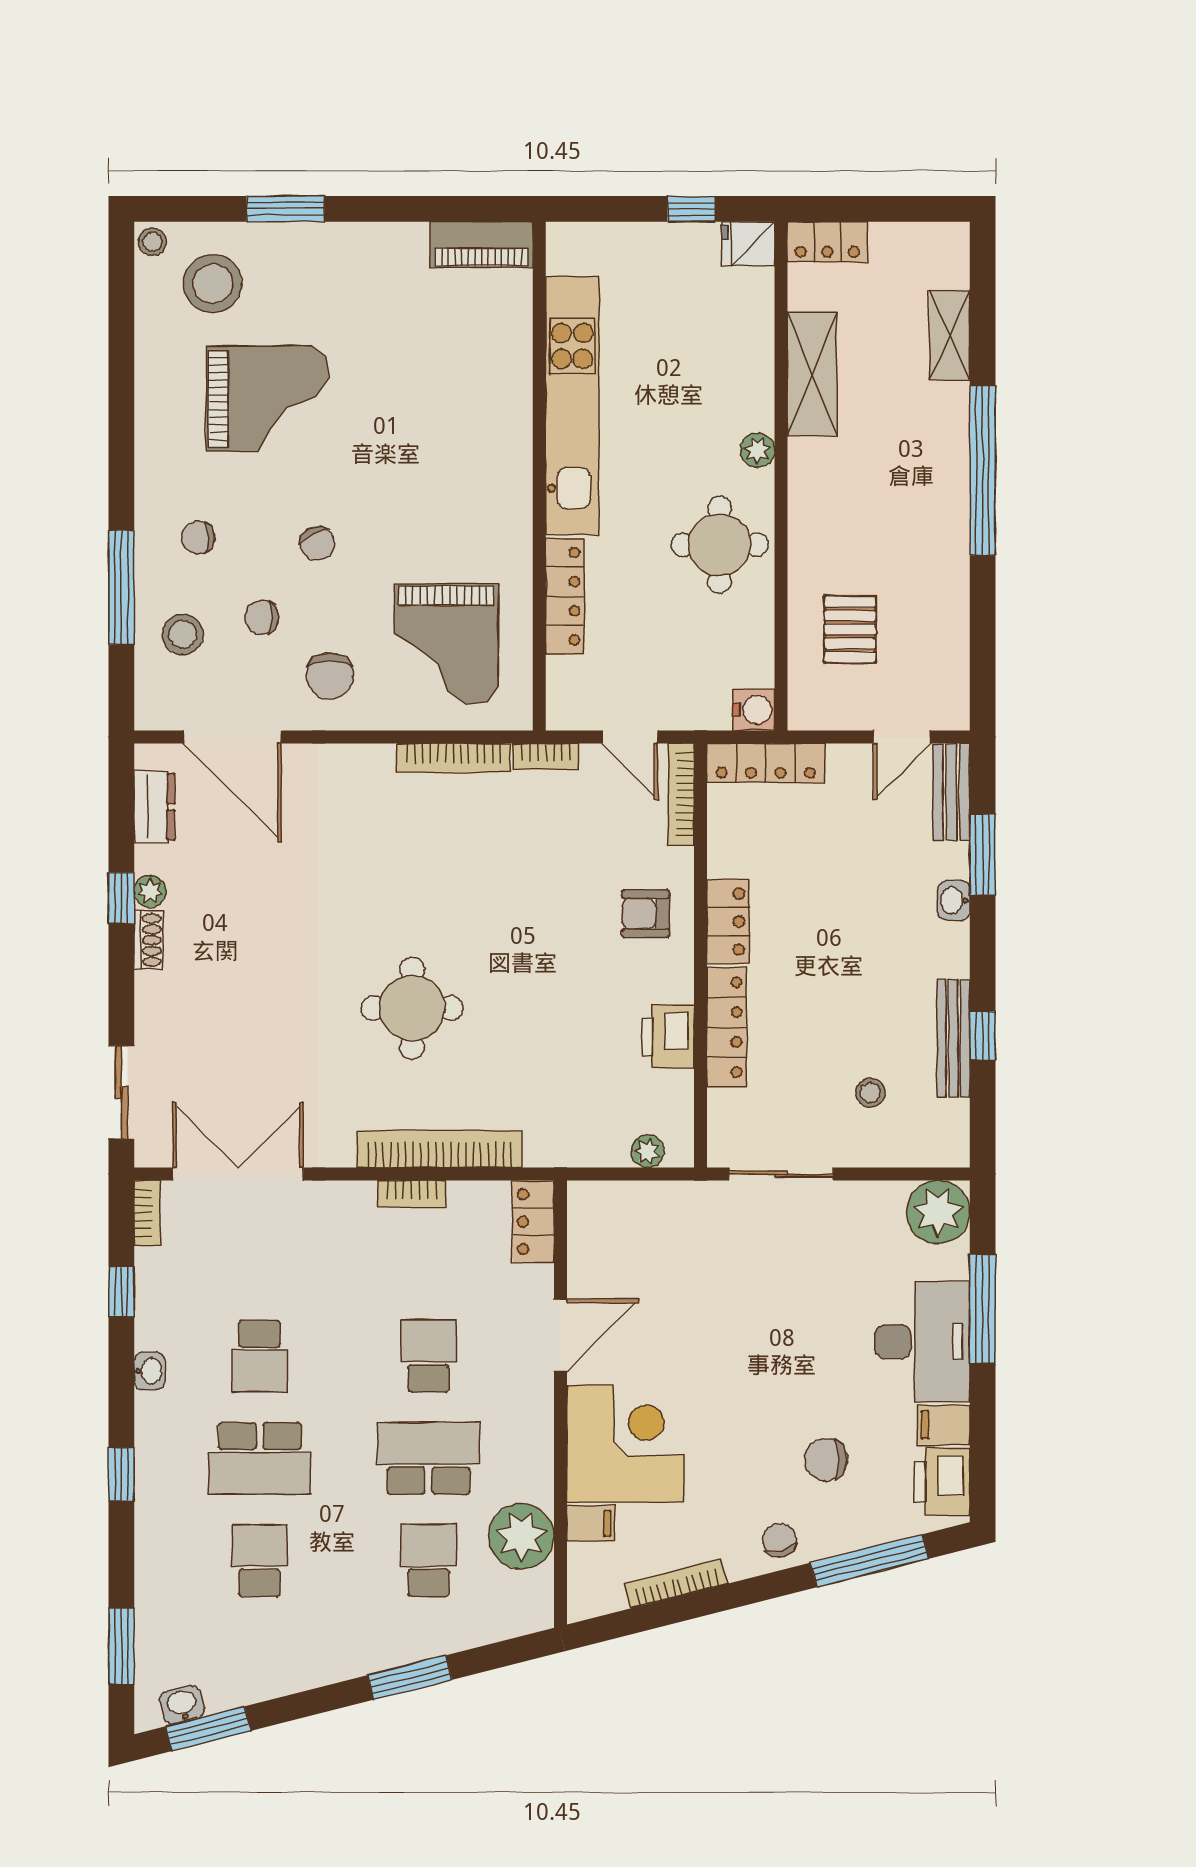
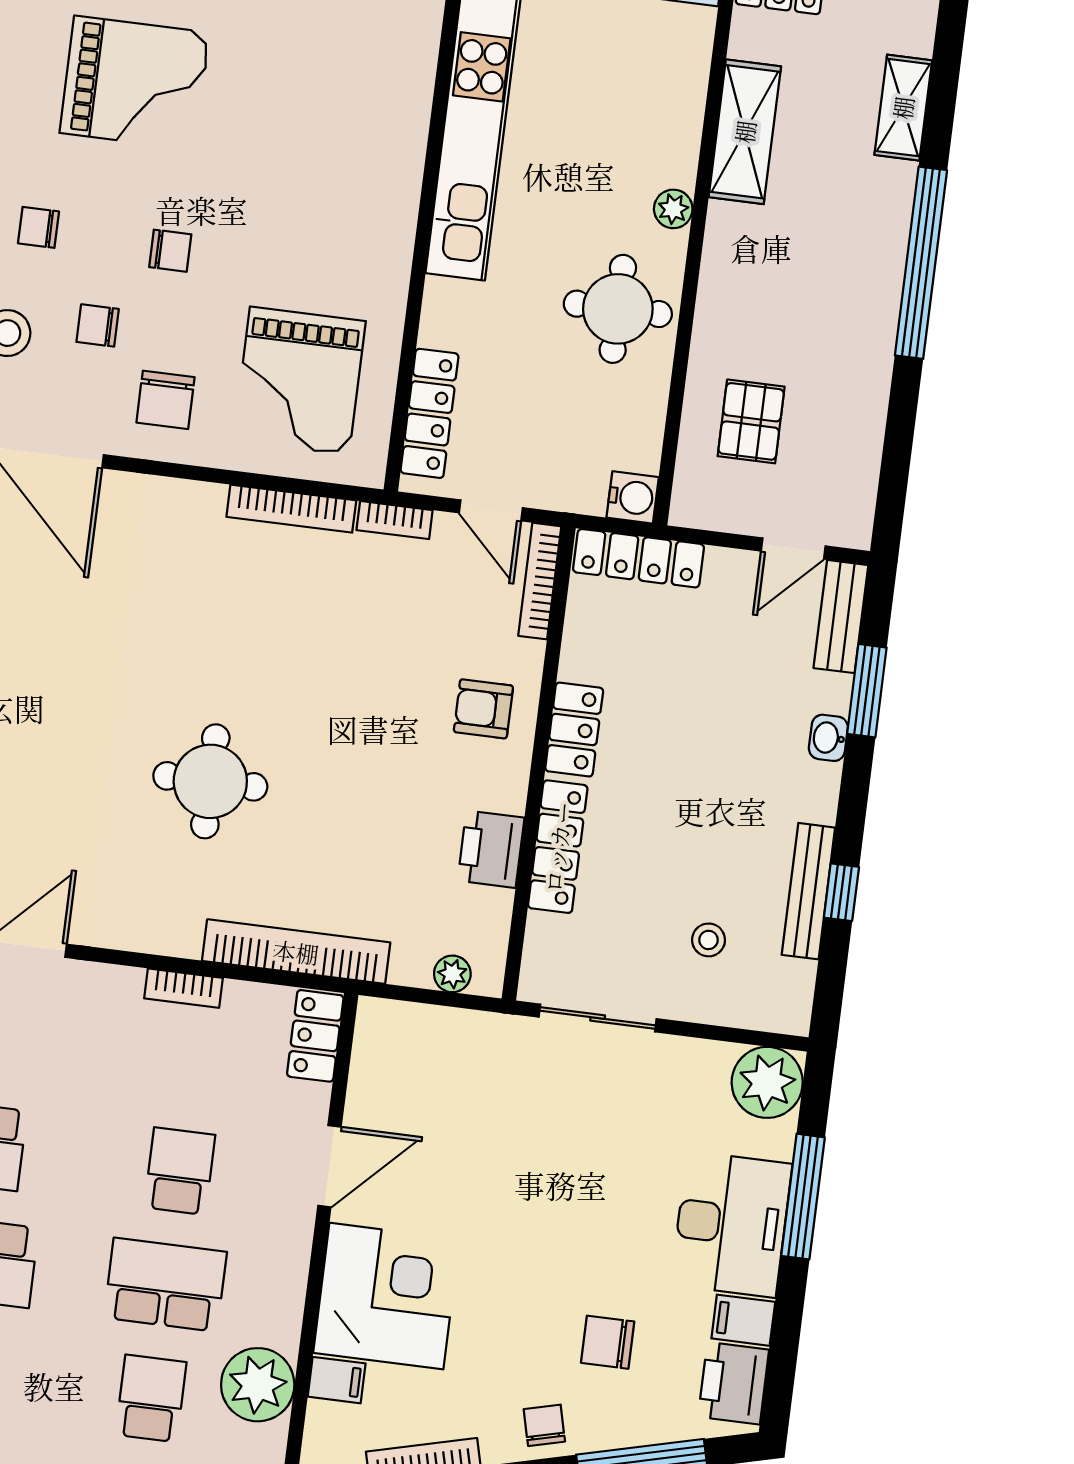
chair: (317, 543) -> (170, 251), turned -65
locker: (565, 596) -> (430, 413), moved
bookcase: (440, 1149) -> (296, 952), moved

